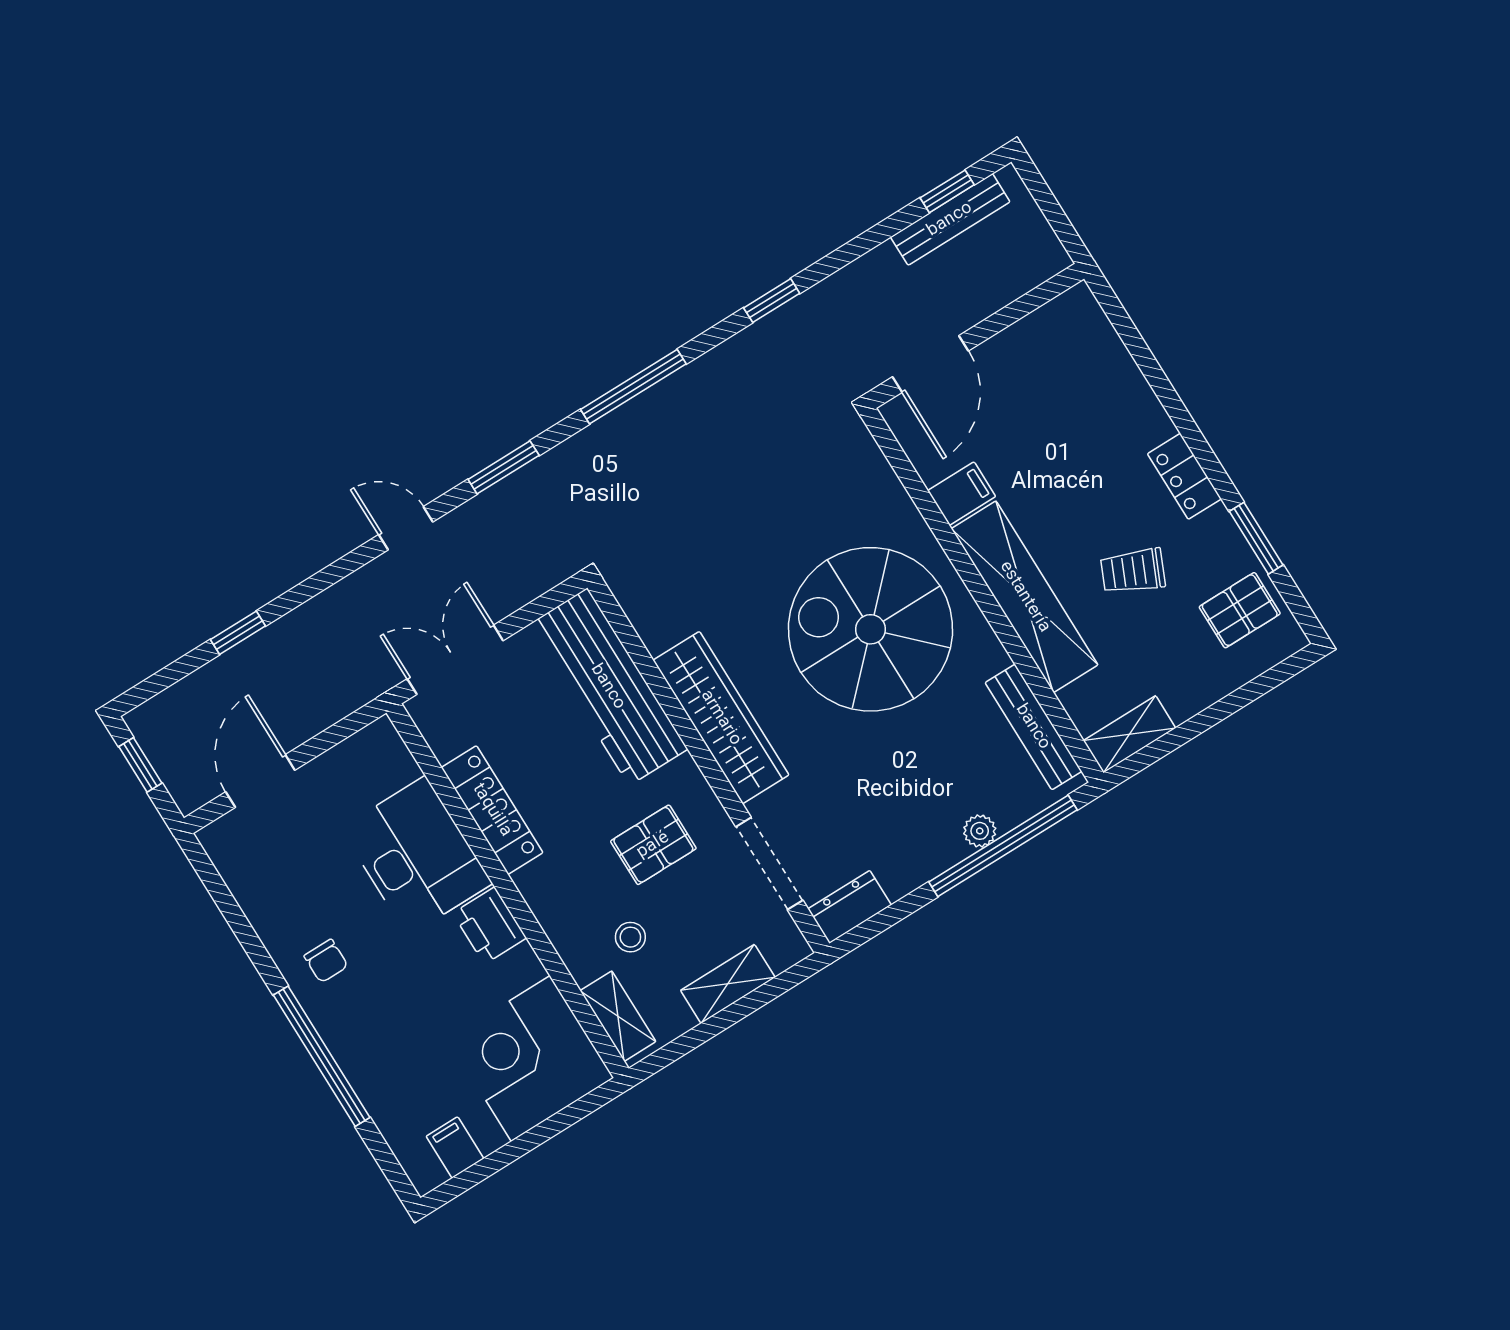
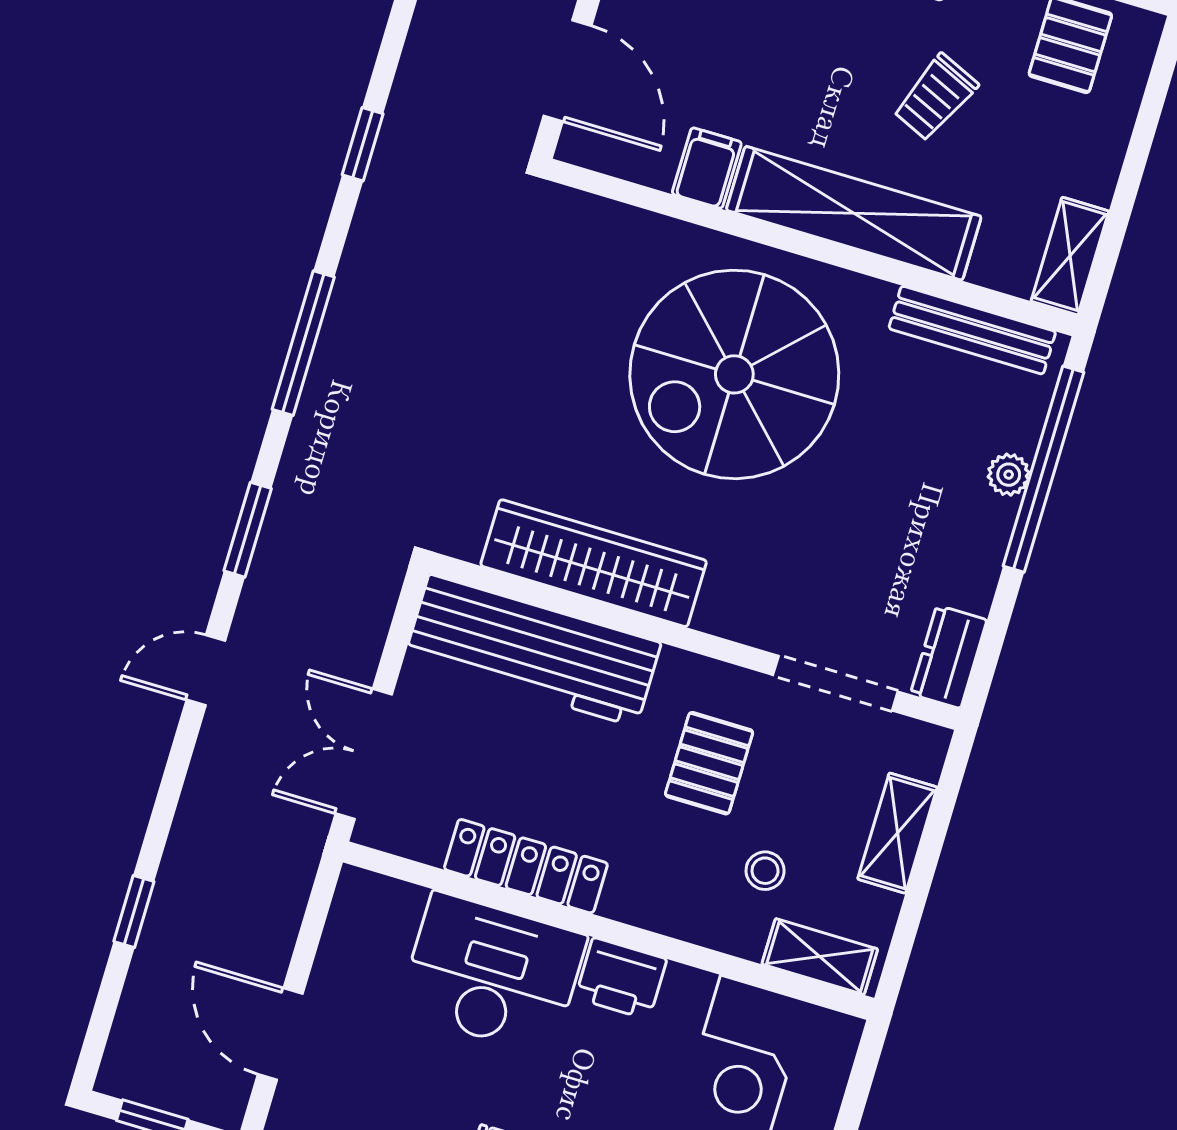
wardrobe: (721, 718) -> (594, 563), moved

